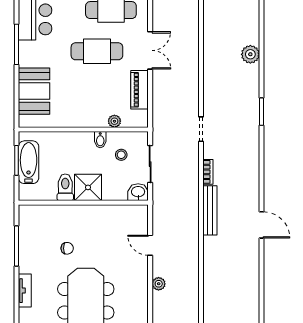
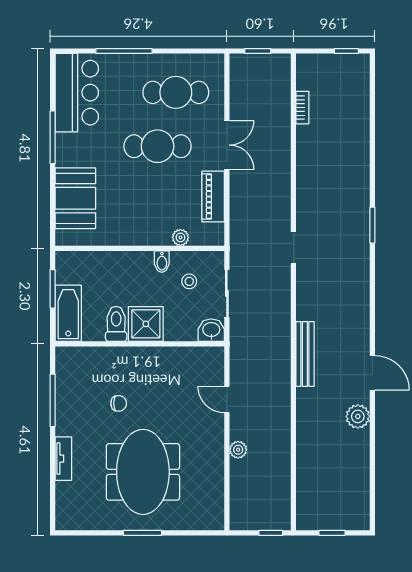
plant: (250, 54) -> (358, 416), moved
bathtub: (29, 162) -> (68, 313), moved
bookcase: (208, 172) -> (302, 108), moved

